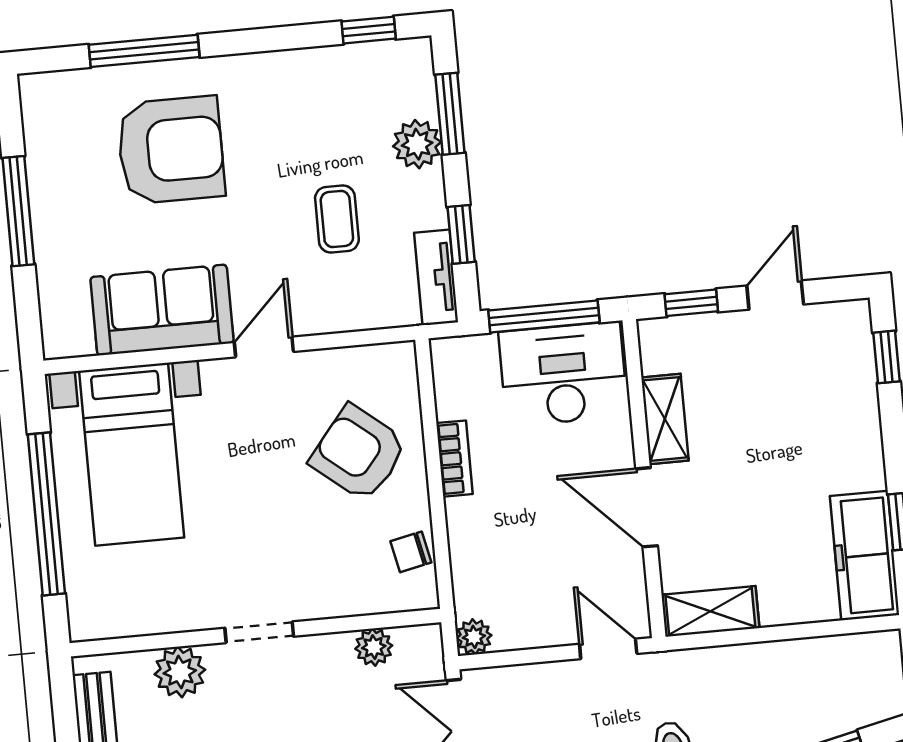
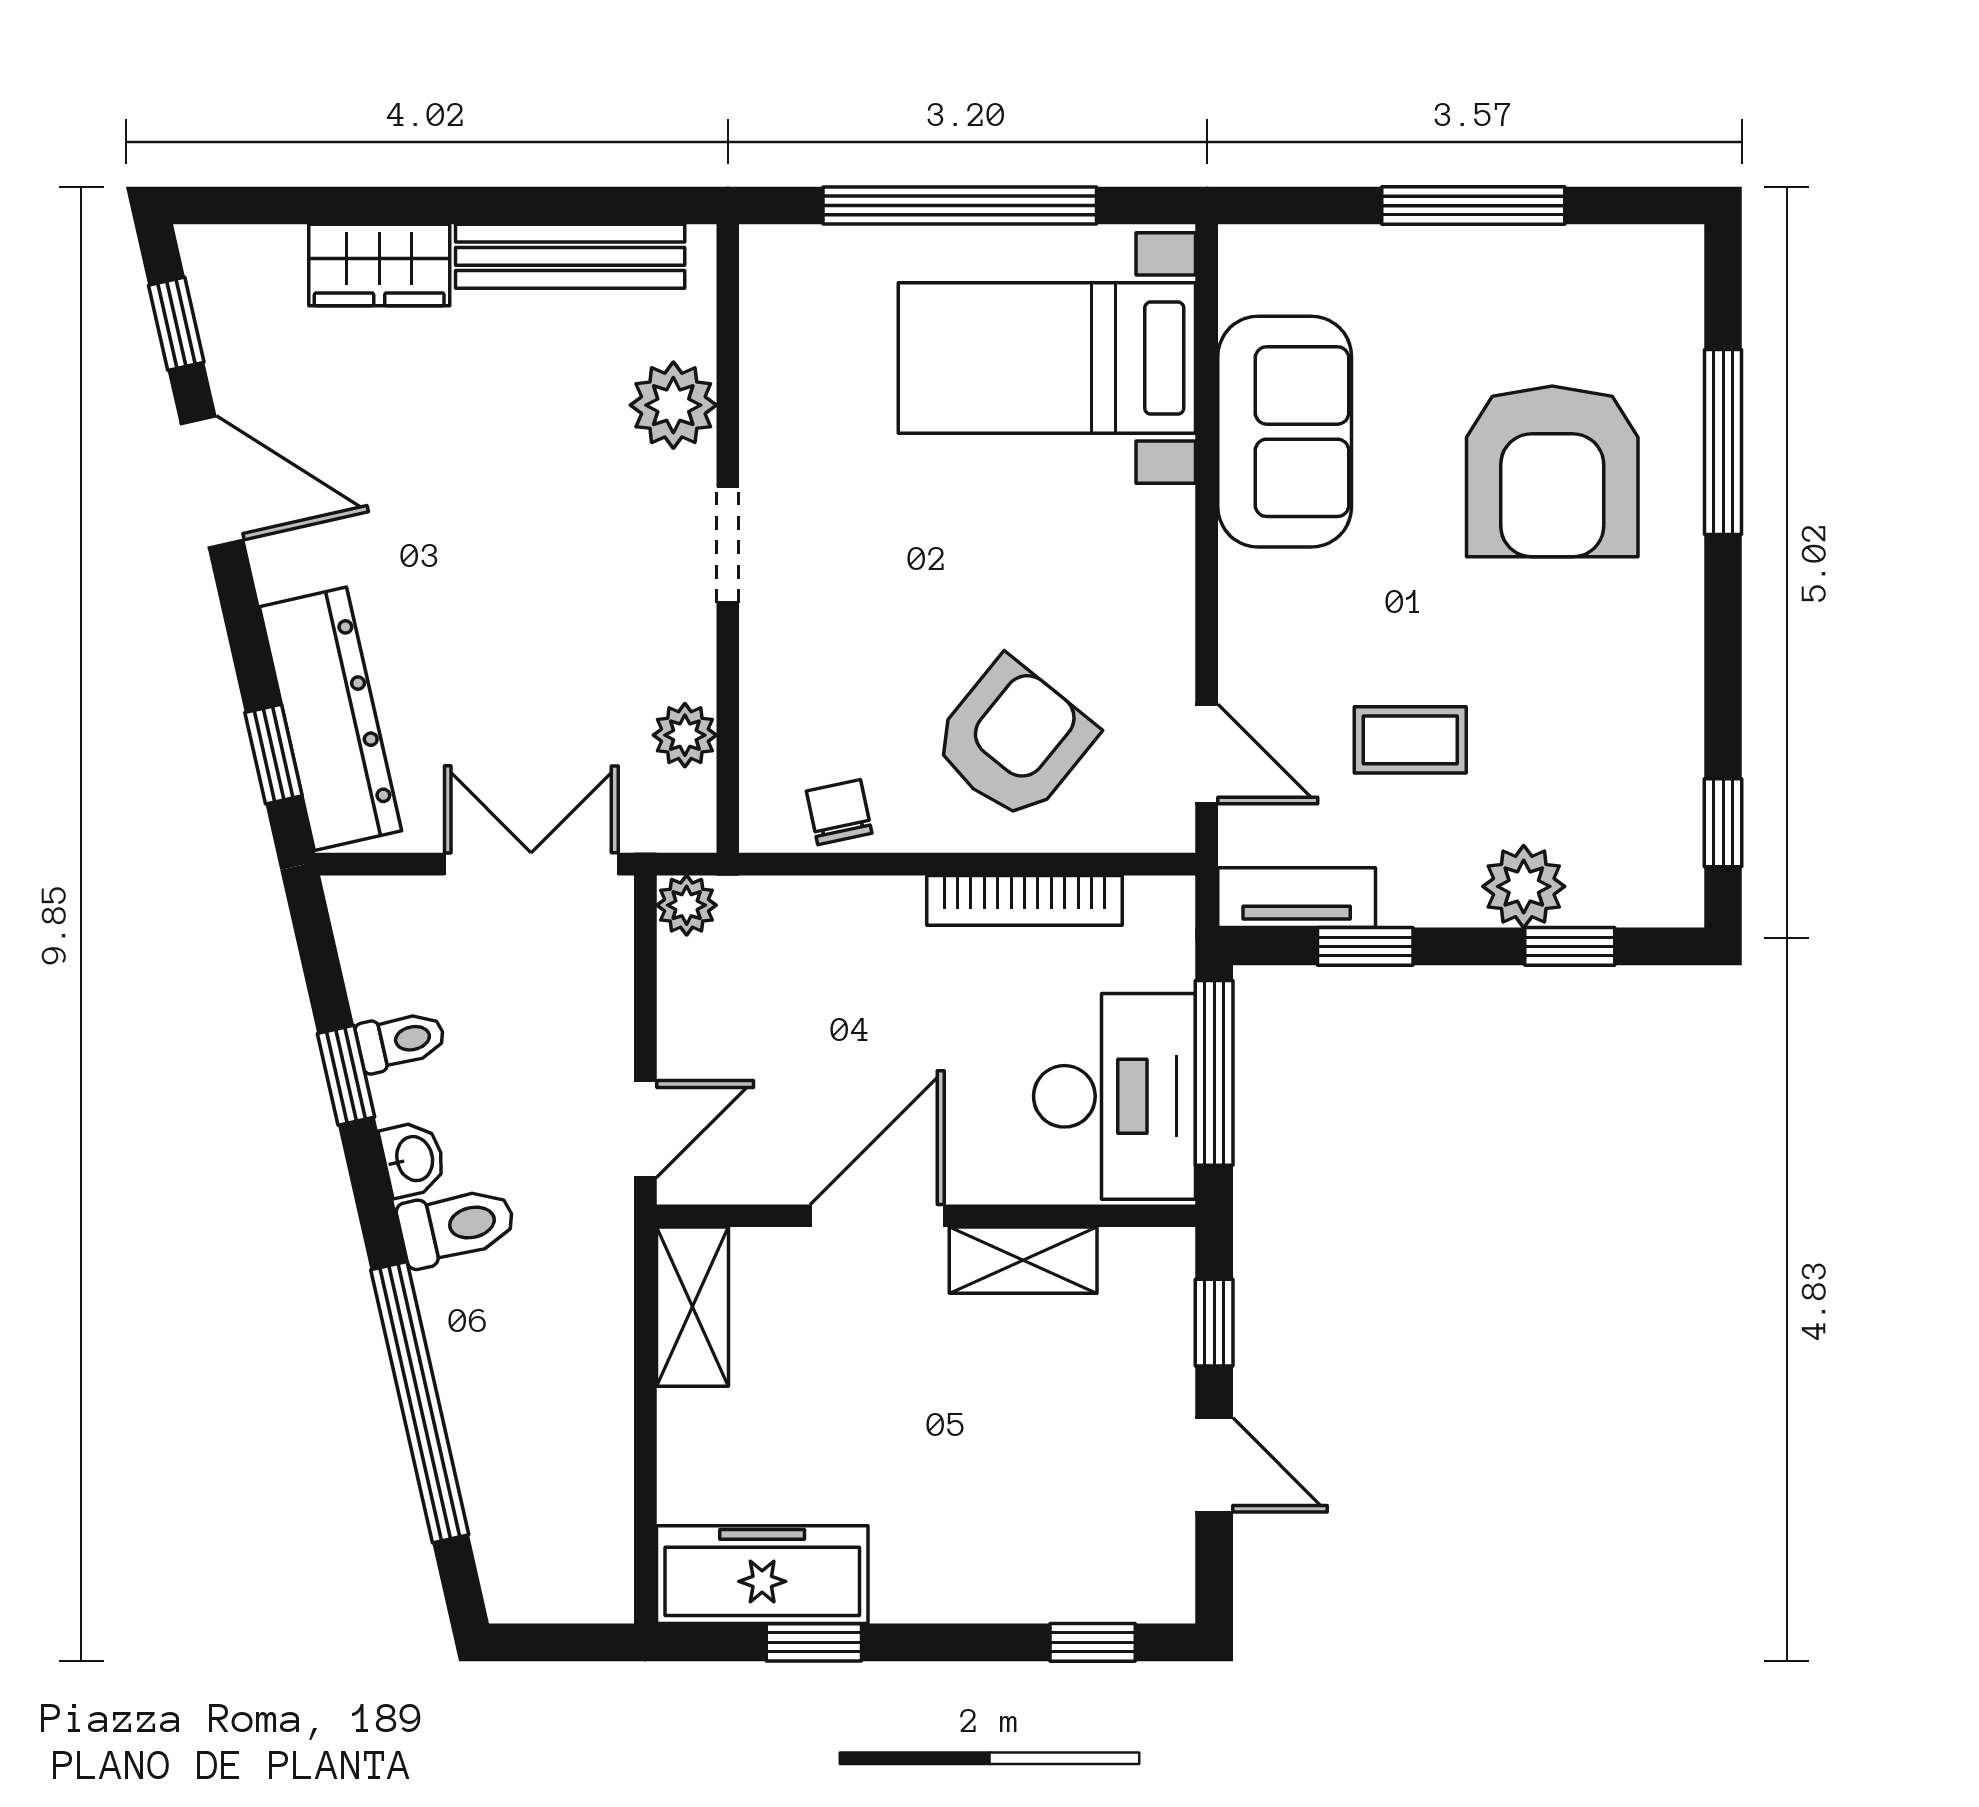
window: (450, 114) -> (1570, 946), width x0.67
door: (264, 347) -> (1207, 754), moved
bookcase: (455, 459) -> (1024, 900), width x1.56

